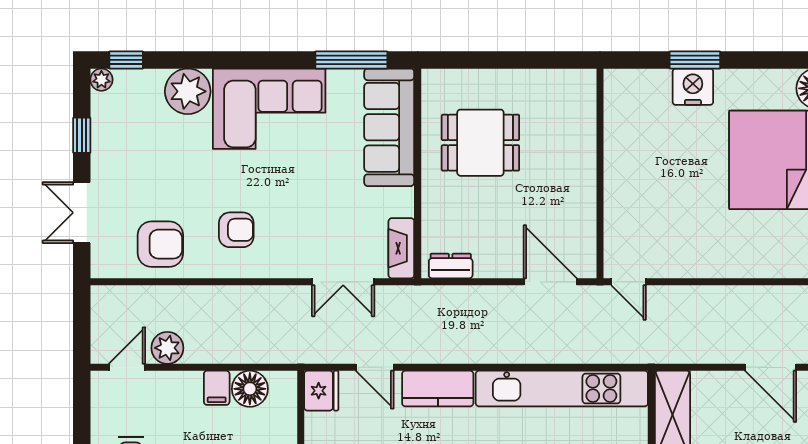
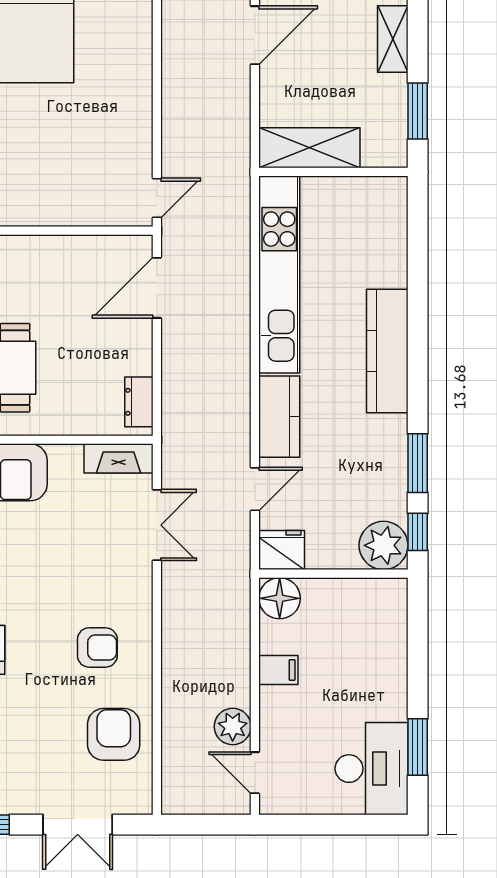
armchair: (236, 230) -> (97, 647), turned 90
floor lamp: (250, 389) -> (280, 598), moved

